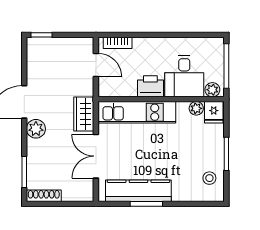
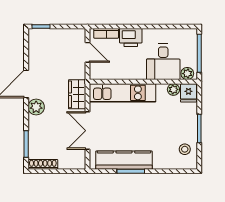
printer: (150, 86) -> (131, 38), moved, turned 180

